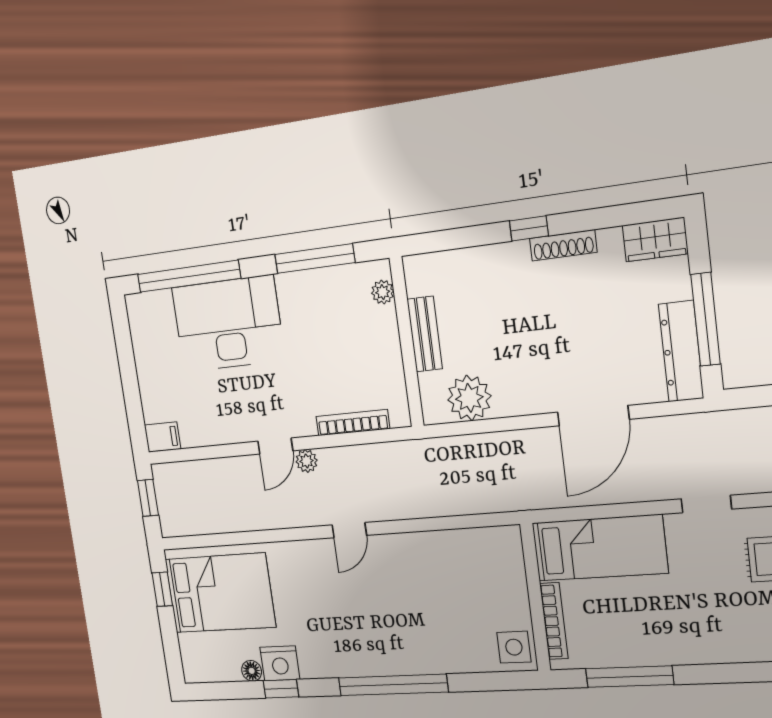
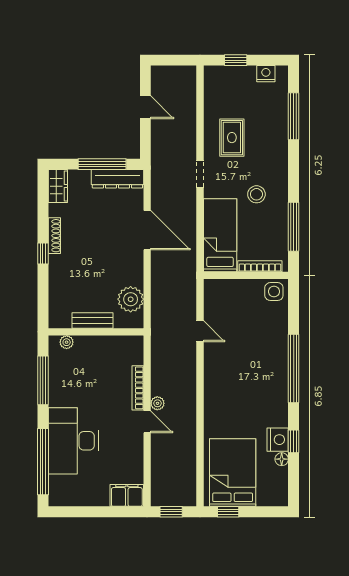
bookcase: (353, 423) -> (138, 388), moved
filing cabinet: (162, 437) -> (127, 495), width x2.00
door: (349, 530) -> (200, 331), moved
stool: (680, 609) -> (256, 194), added

